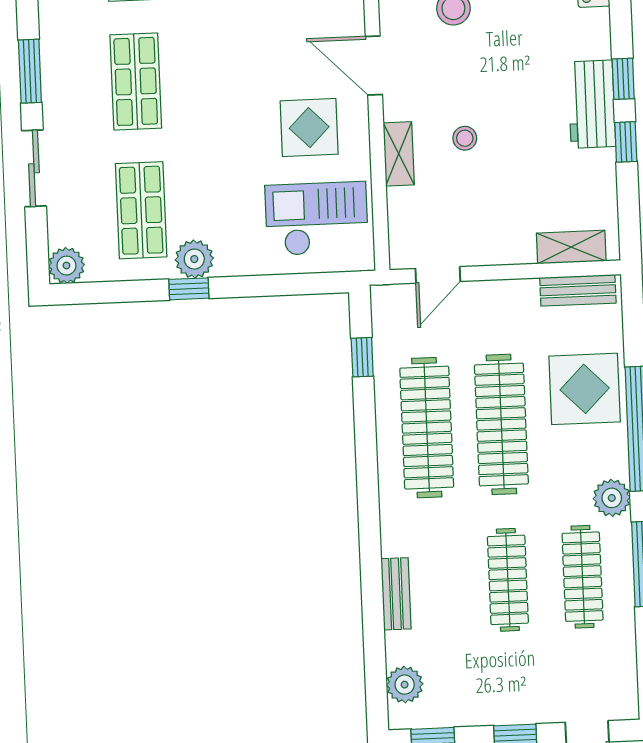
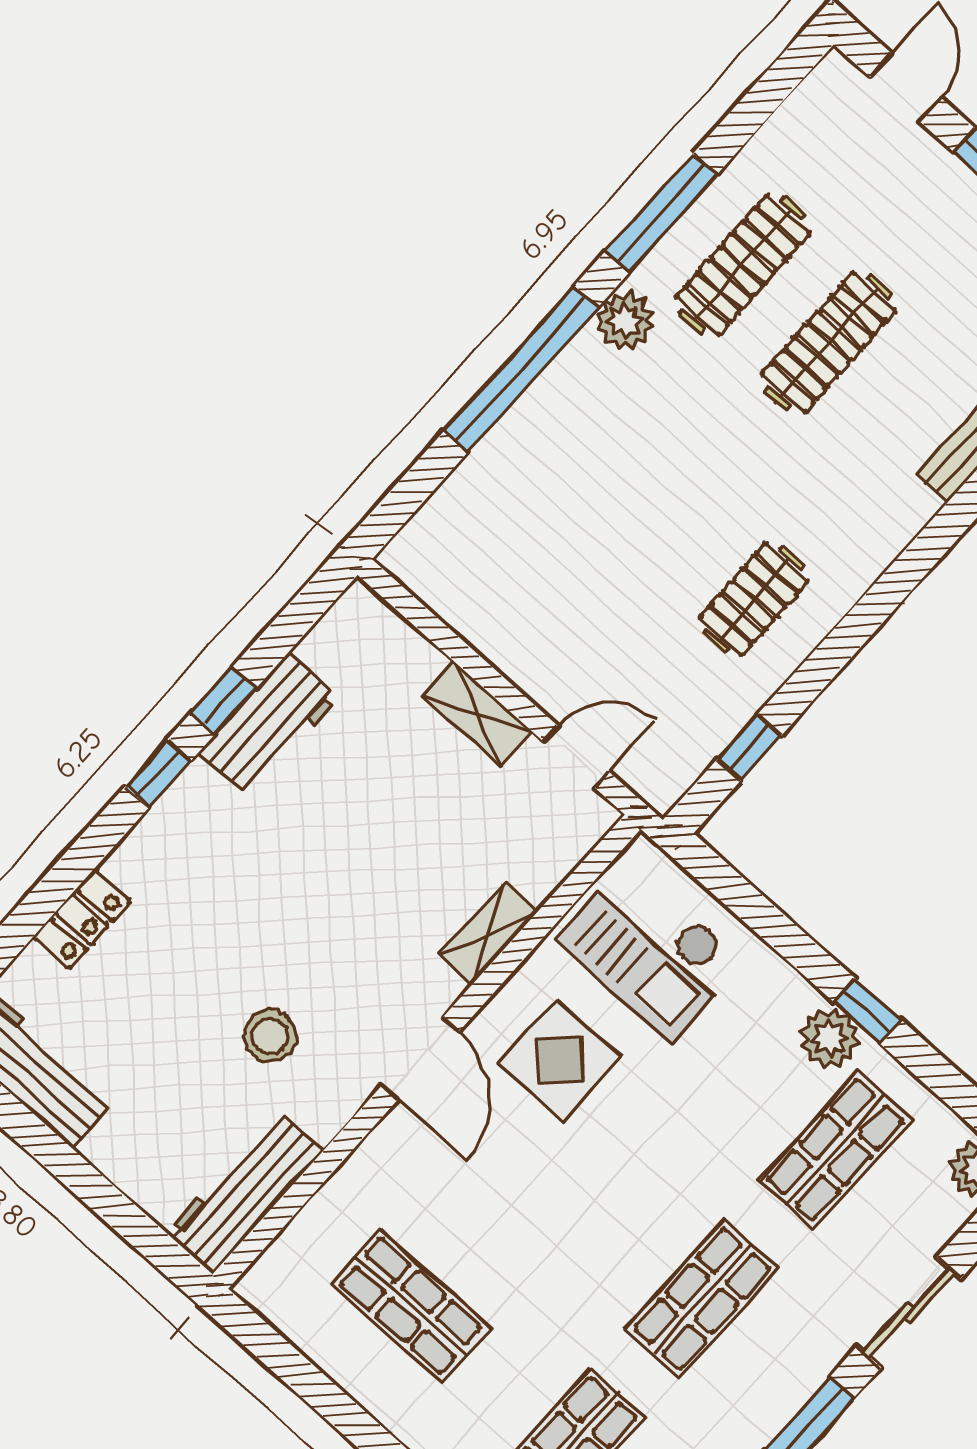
workbench: (592, 104) -> (270, 725), moved
stool: (465, 138) -> (398, 879), removed
shelving: (571, 247) -> (477, 714), moved
bench: (578, 290) -> (437, 588), removed
display table: (585, 389) -> (537, 471), removed
clothes rail: (501, 424) -> (668, 522), removed
clothes rail: (427, 428) -> (754, 599), width x0.54, depth x0.76

